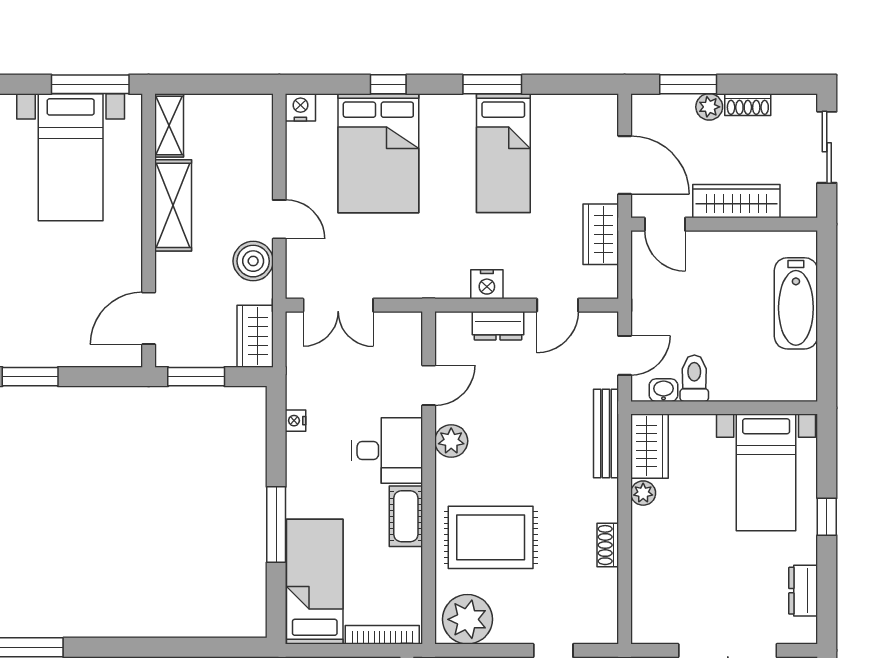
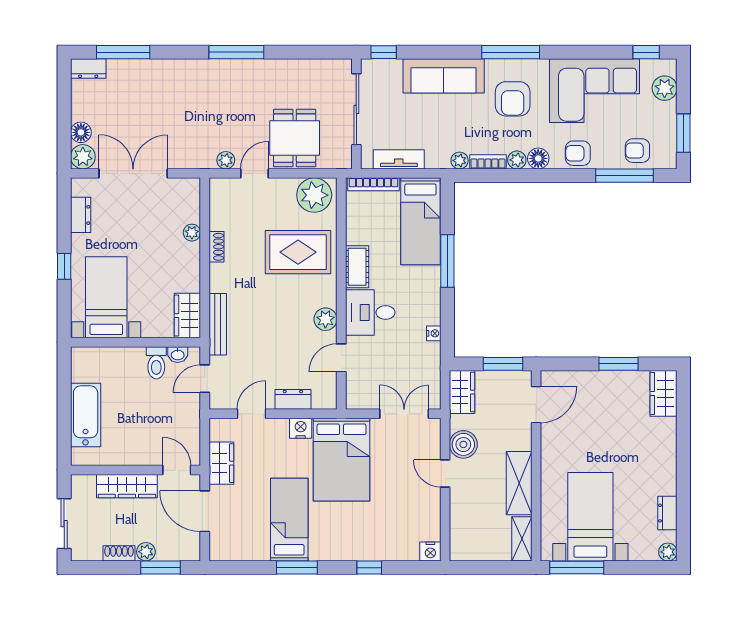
bed: (378, 153) -> (342, 460), moved, turned 180
plant: (643, 493) -> (192, 233), moved

